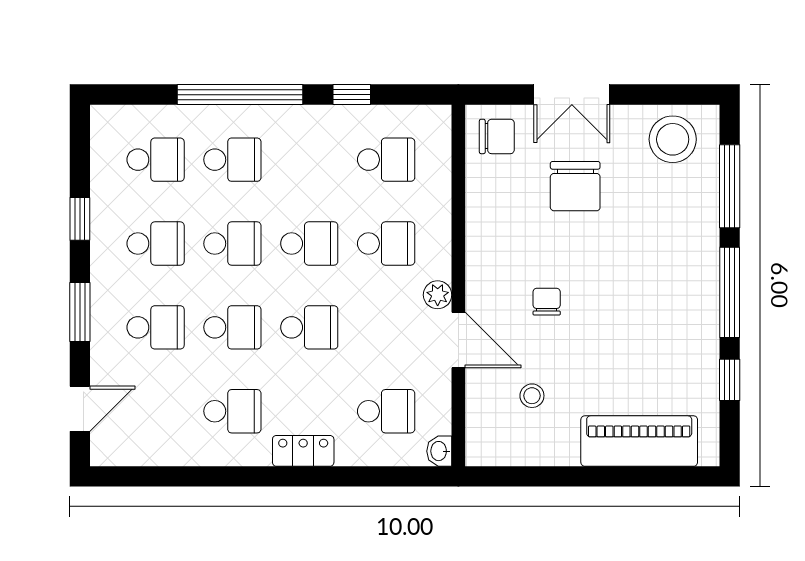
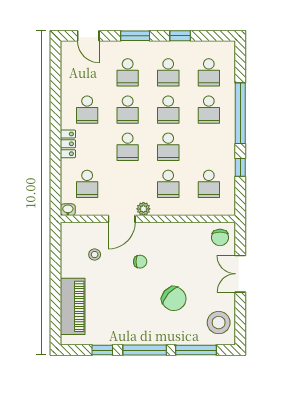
chair: (575, 186) -> (174, 299), moved, turned -138

